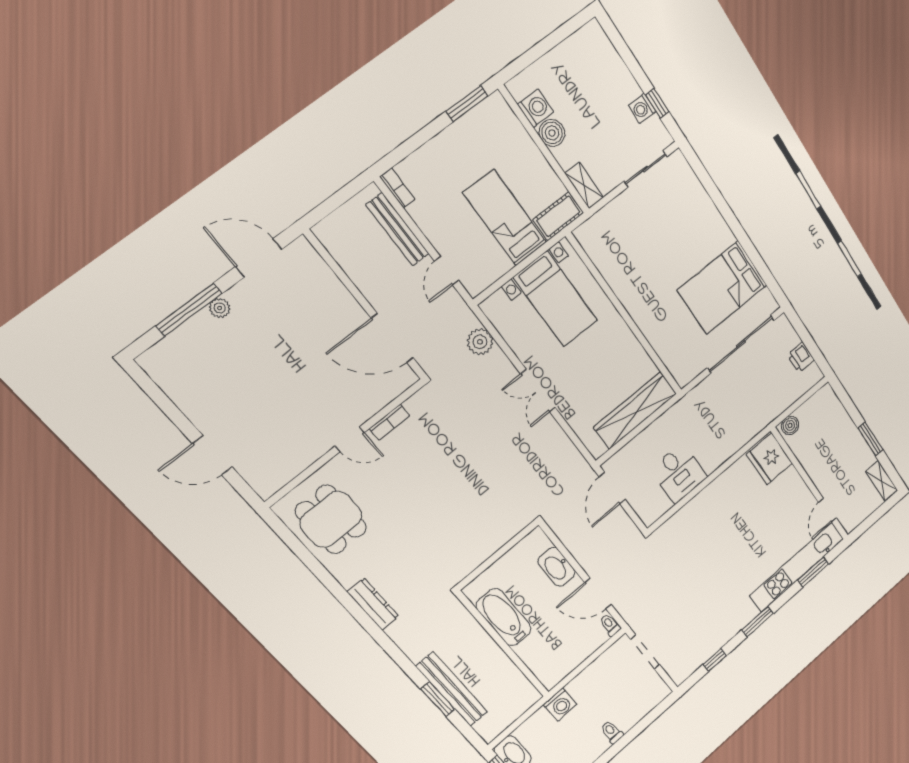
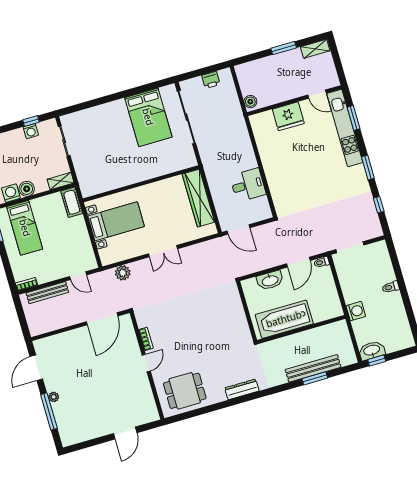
bed: (505, 218) -> (25, 228), moved, turned -90
fridge: (769, 459) -> (288, 116), moved
bathtub: (504, 617) -> (284, 319), width x1.36, depth x1.36

